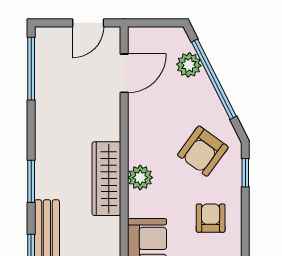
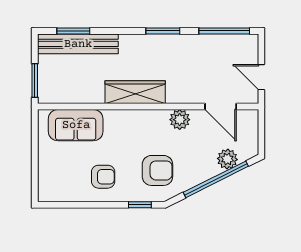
armchair: (203, 151) -> (157, 170), turned 144
plant: (140, 178) -> (180, 120), moved
window: (31, 181) -> (163, 31), moved

